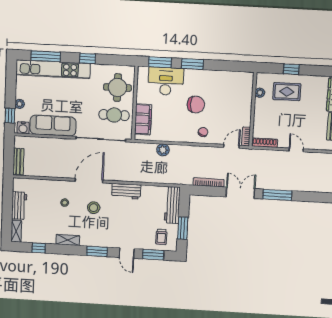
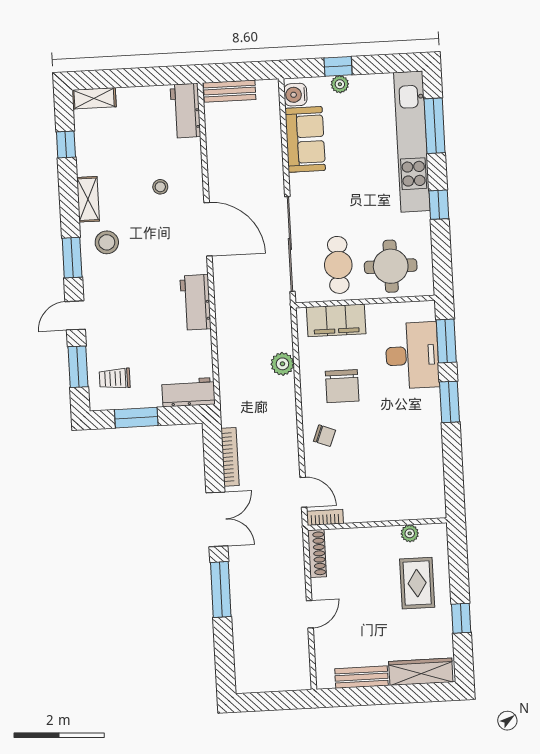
window: (291, 69) -> (461, 618), moved
chair: (196, 105) -> (342, 386), moved
window: (10, 116) -> (338, 66), moved
sofa: (53, 126) -> (305, 139), width x0.73
workbench: (172, 205) -> (188, 392), width x0.73
workbench: (19, 206) -> (185, 111), moved, turned 90
stool: (94, 208) -> (107, 242), moved

